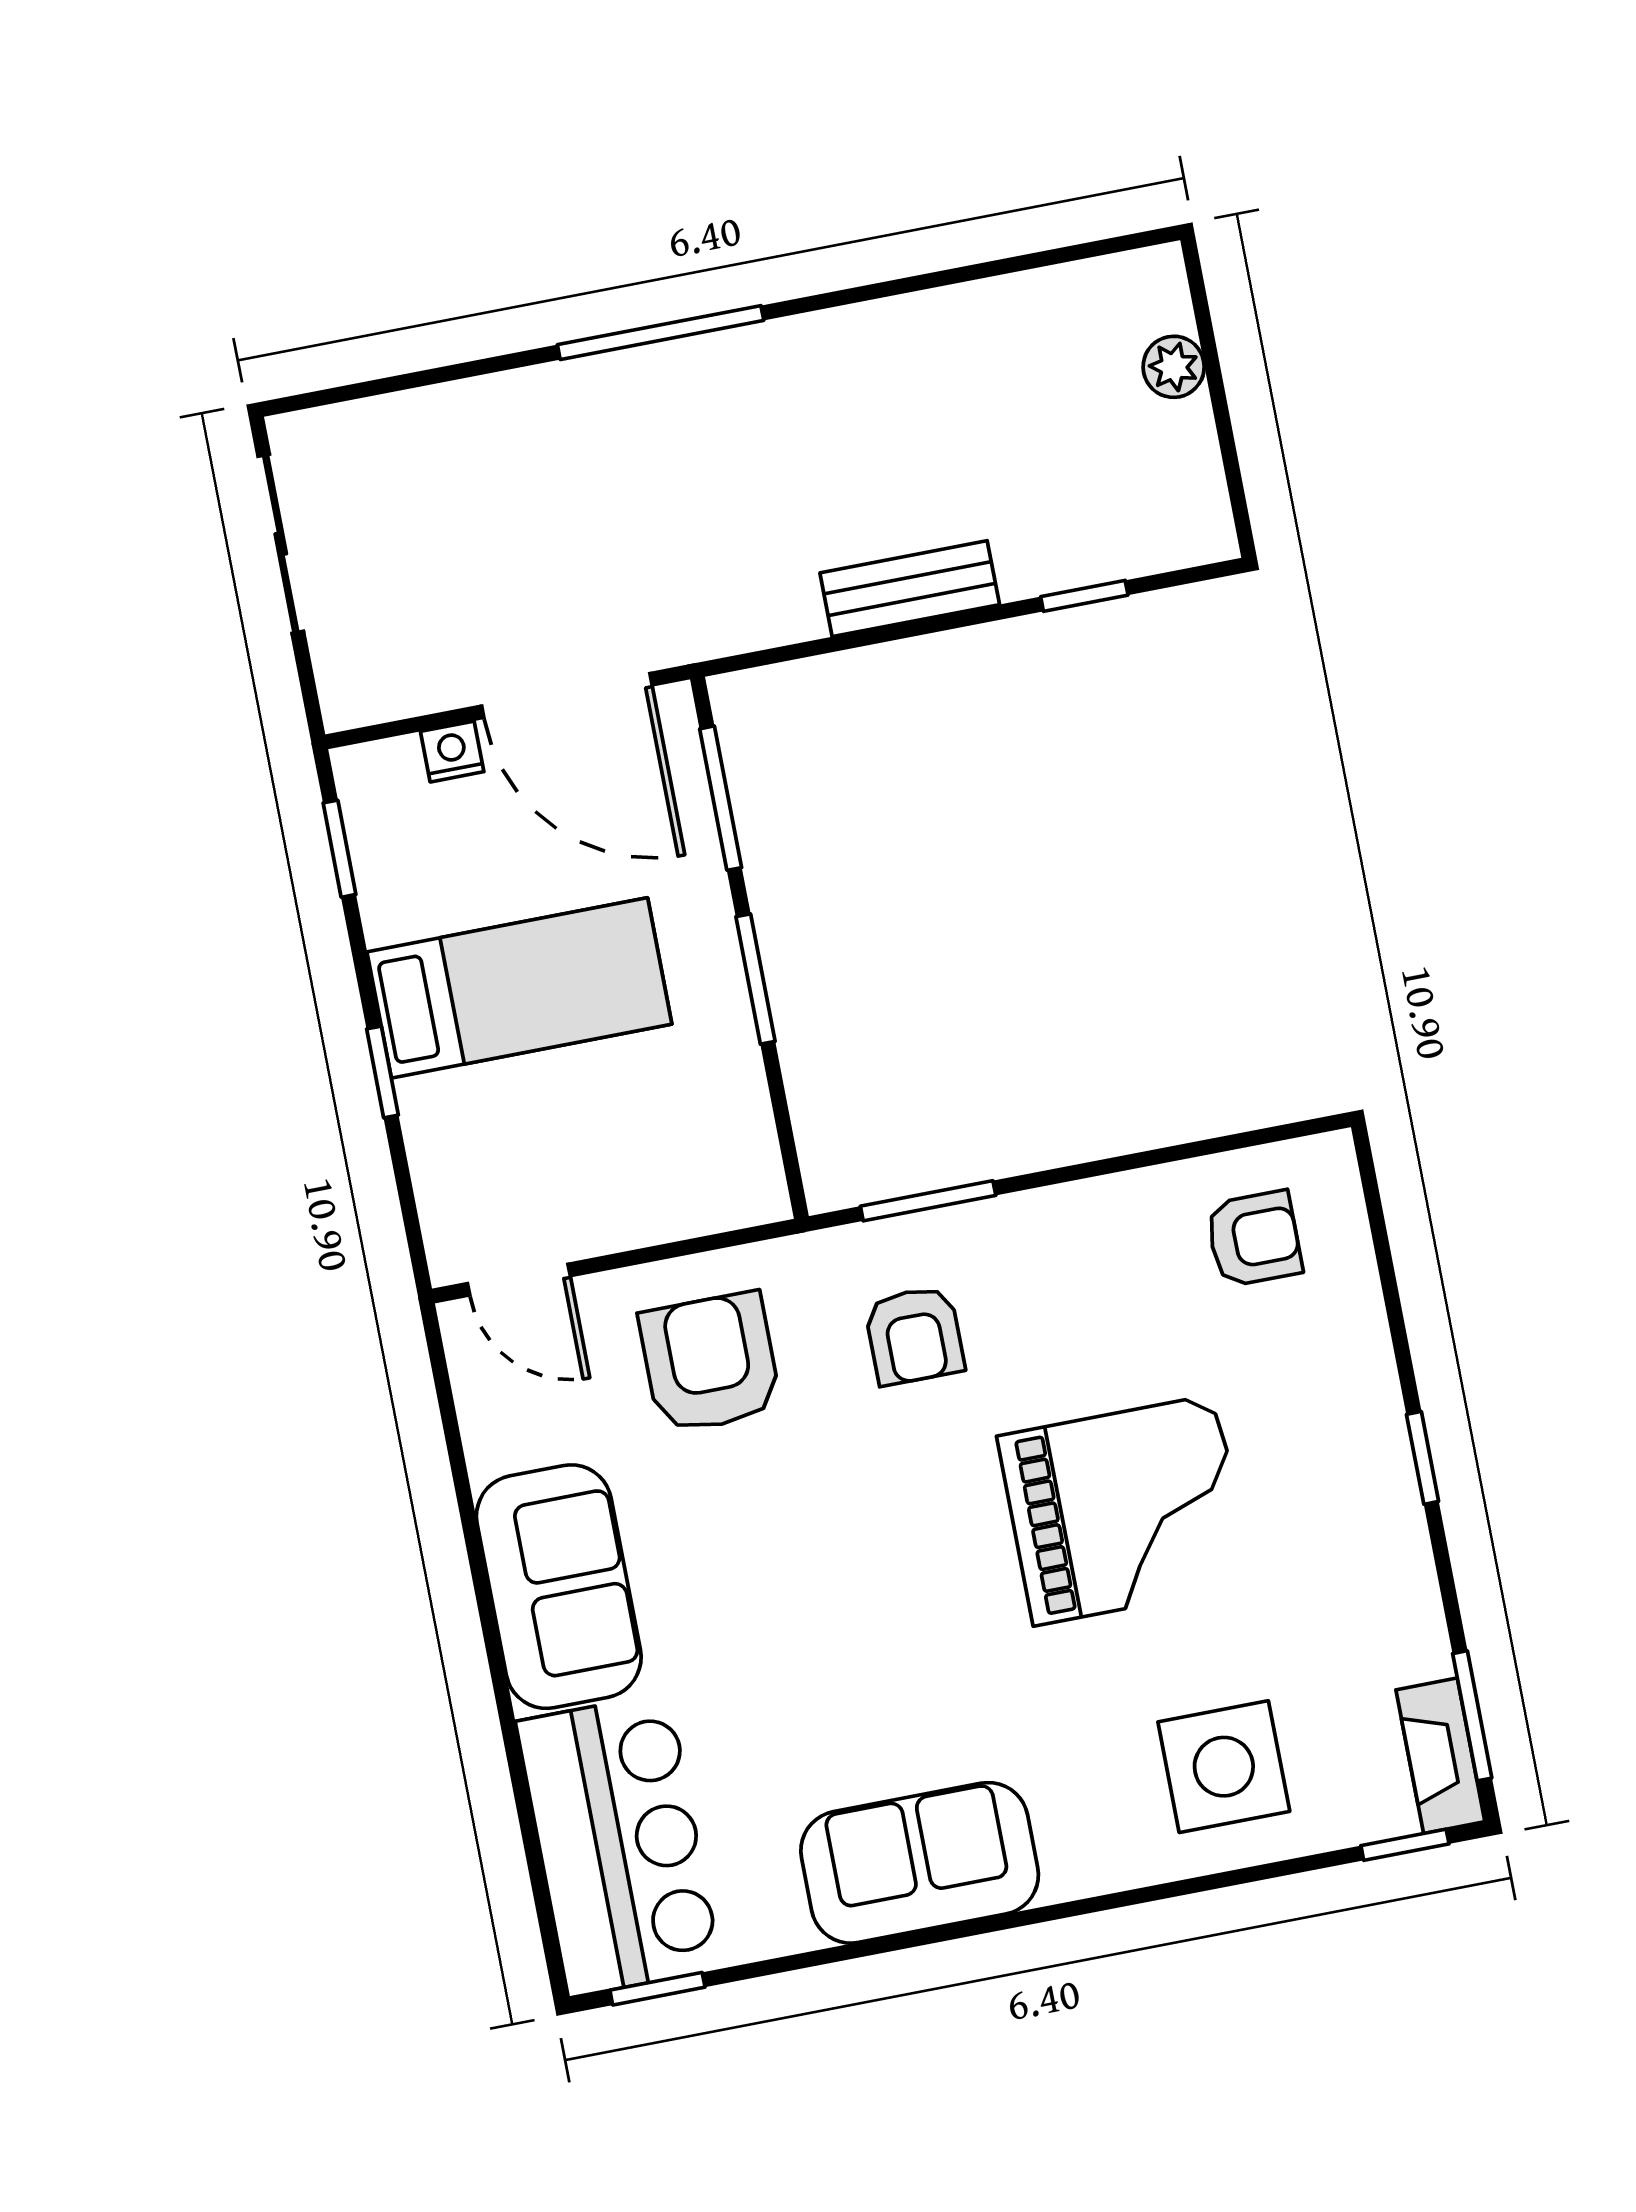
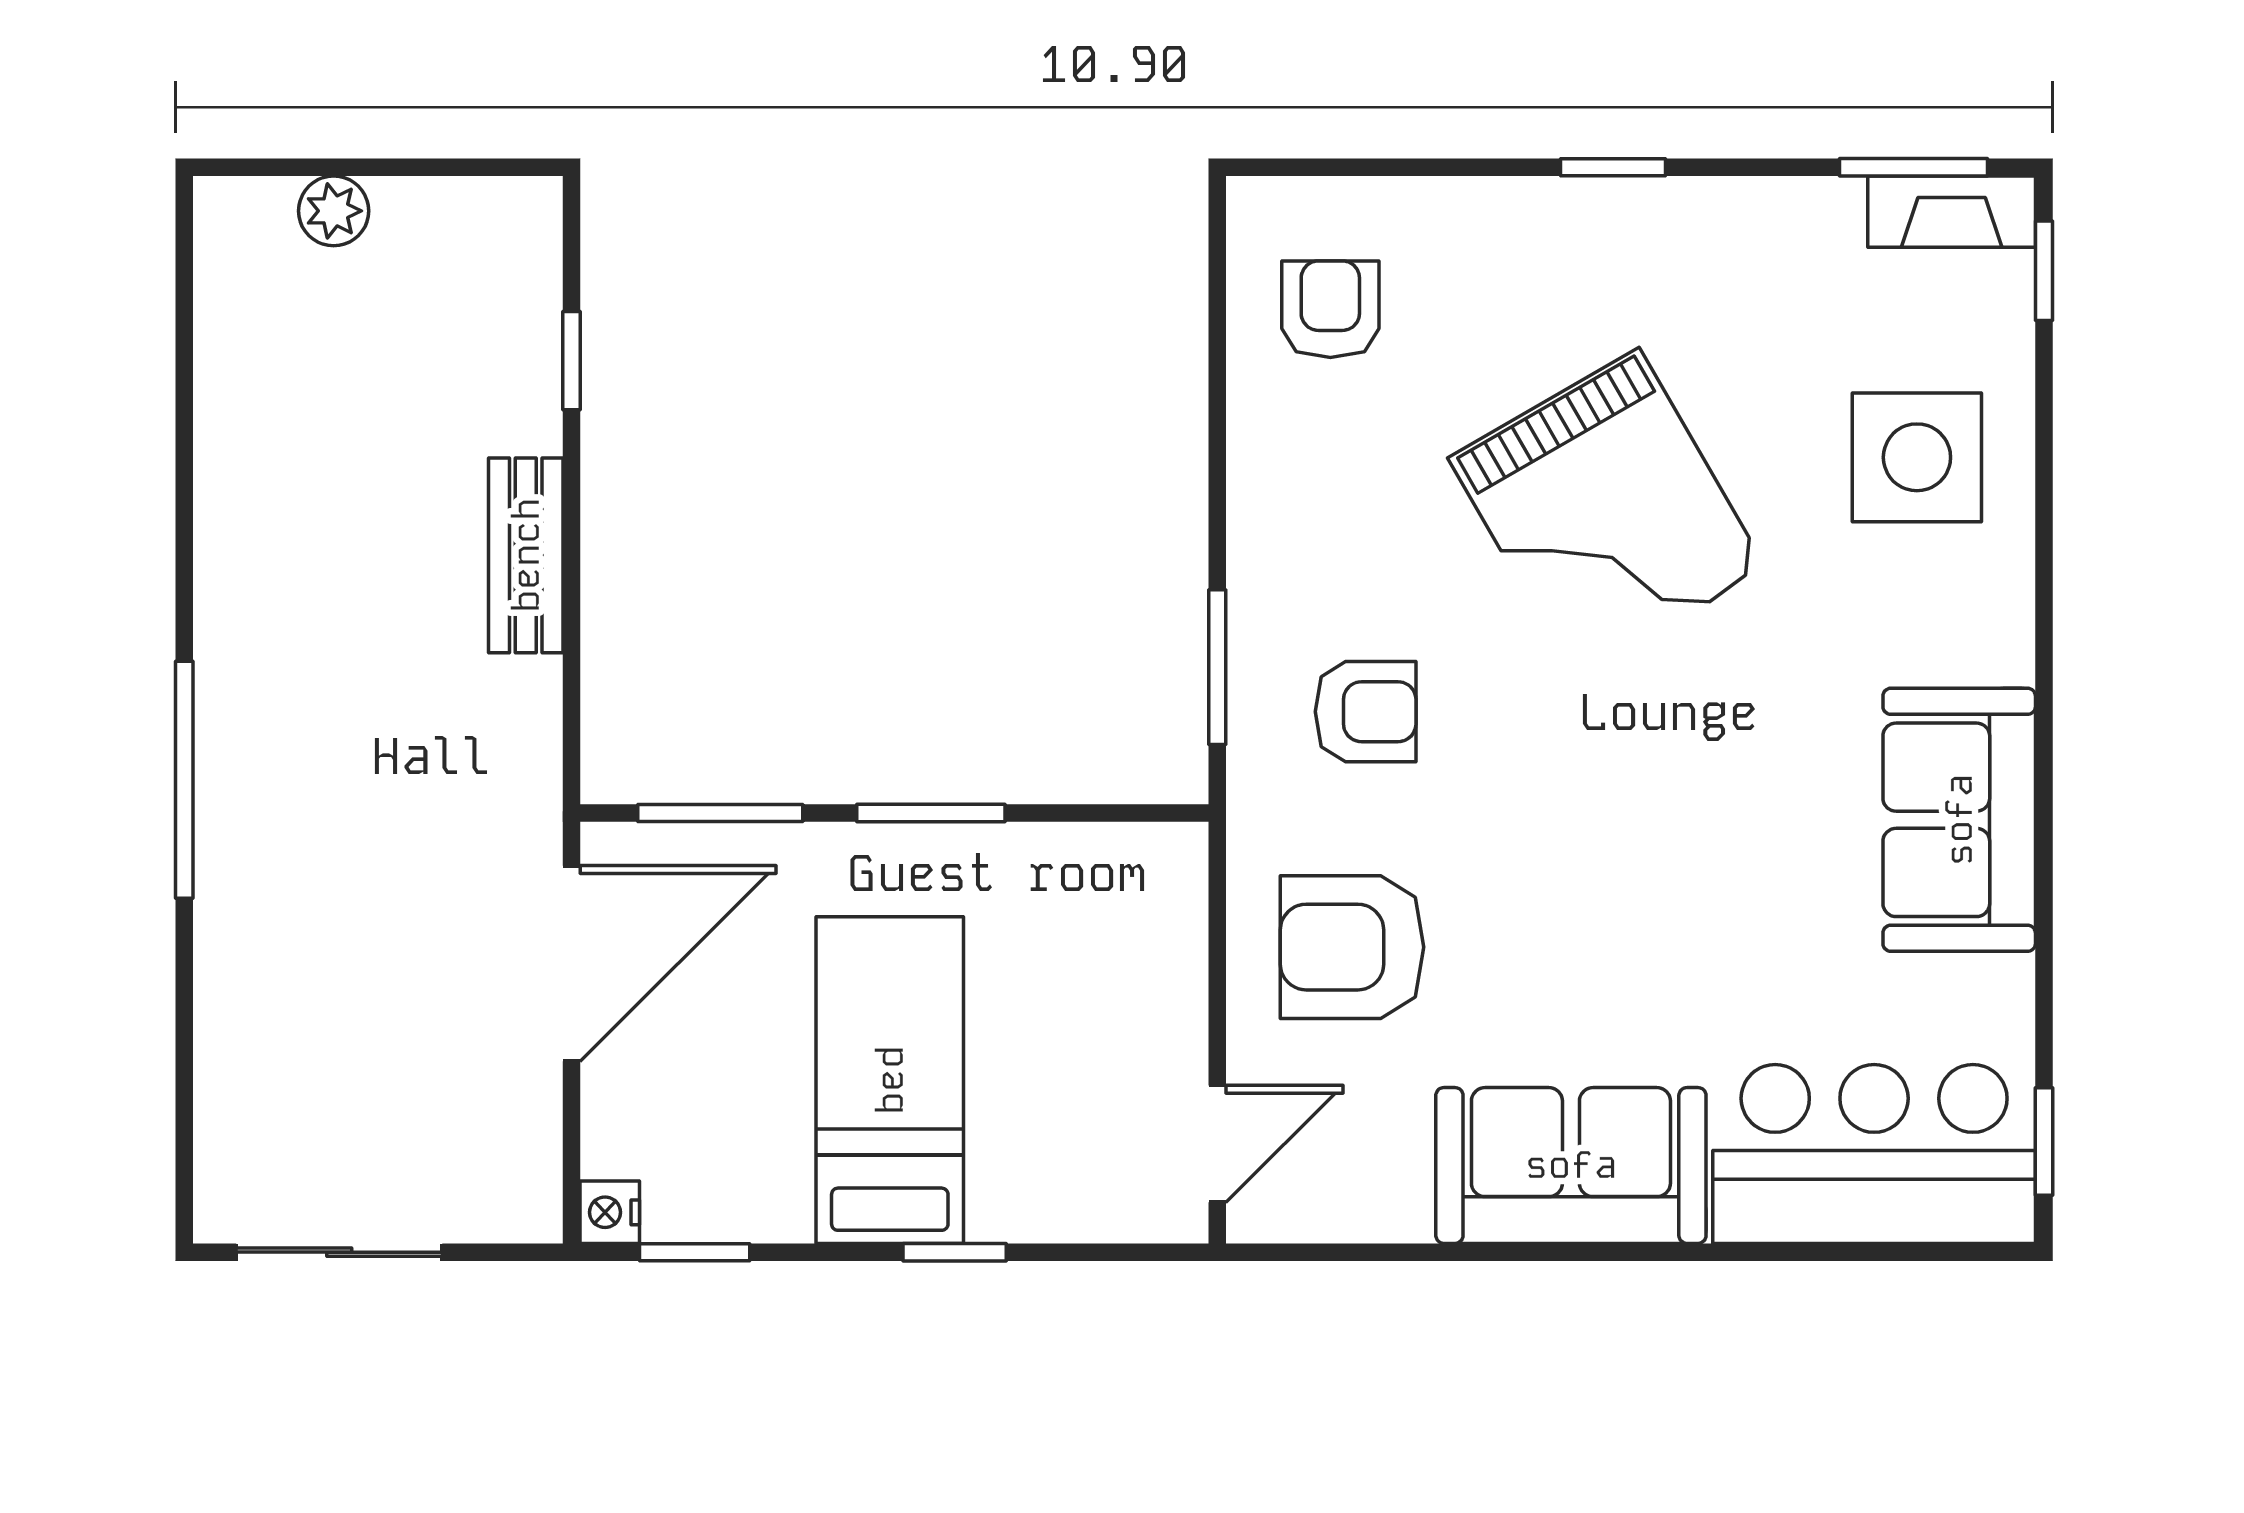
nightstand: (452, 752) -> (610, 1212), moved
grand piano: (1125, 1510) -> (1607, 513), turned 150

